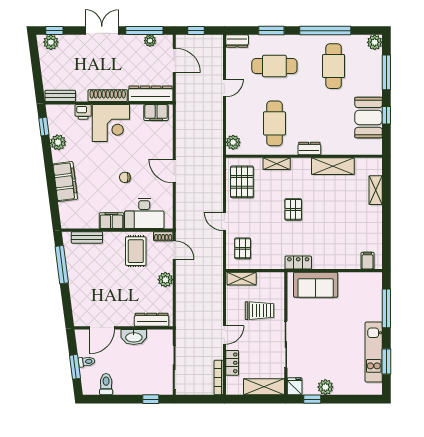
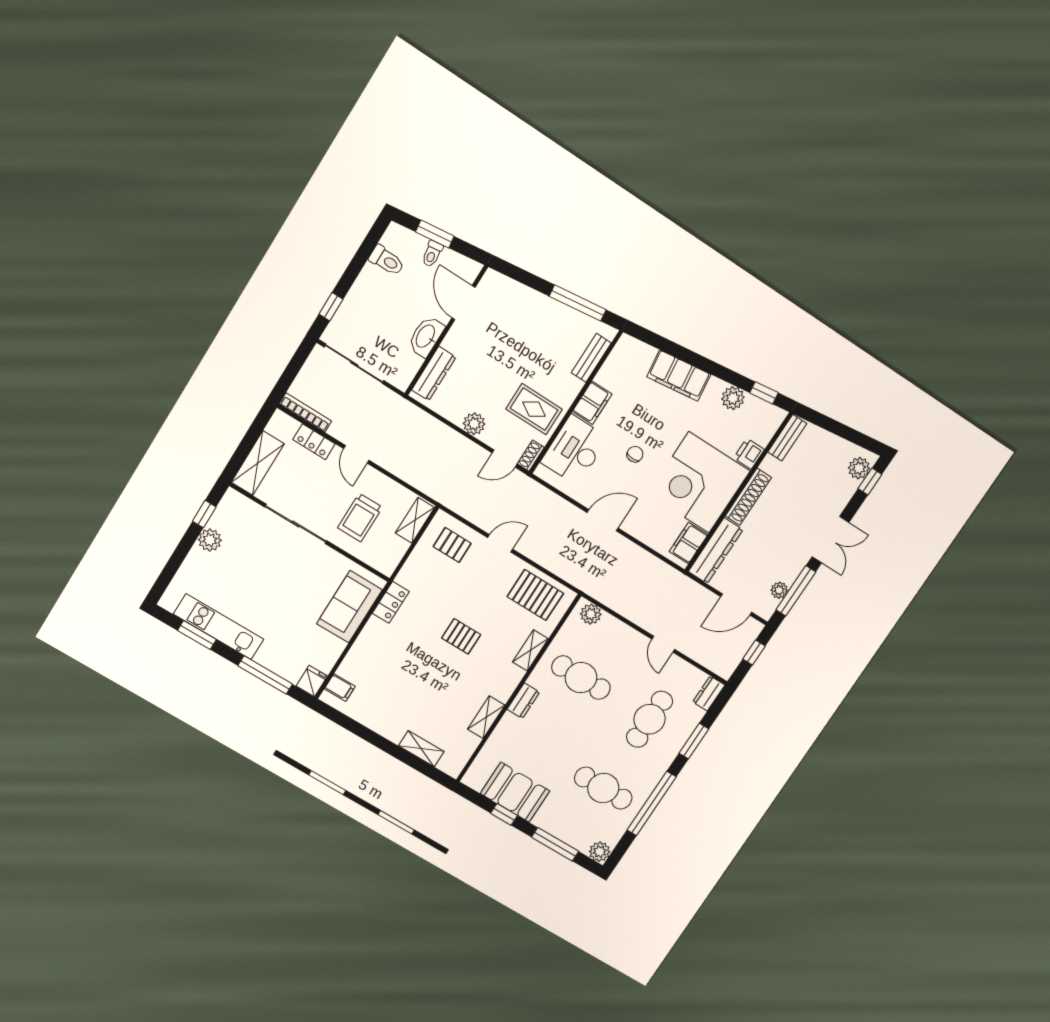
corner desk: (111, 123) -> (699, 483), width x1.36, depth x1.36
shelving: (333, 166) -> (486, 717), width x0.67, depth x0.75
fridge: (295, 386) -> (312, 681), moved, turned -90

